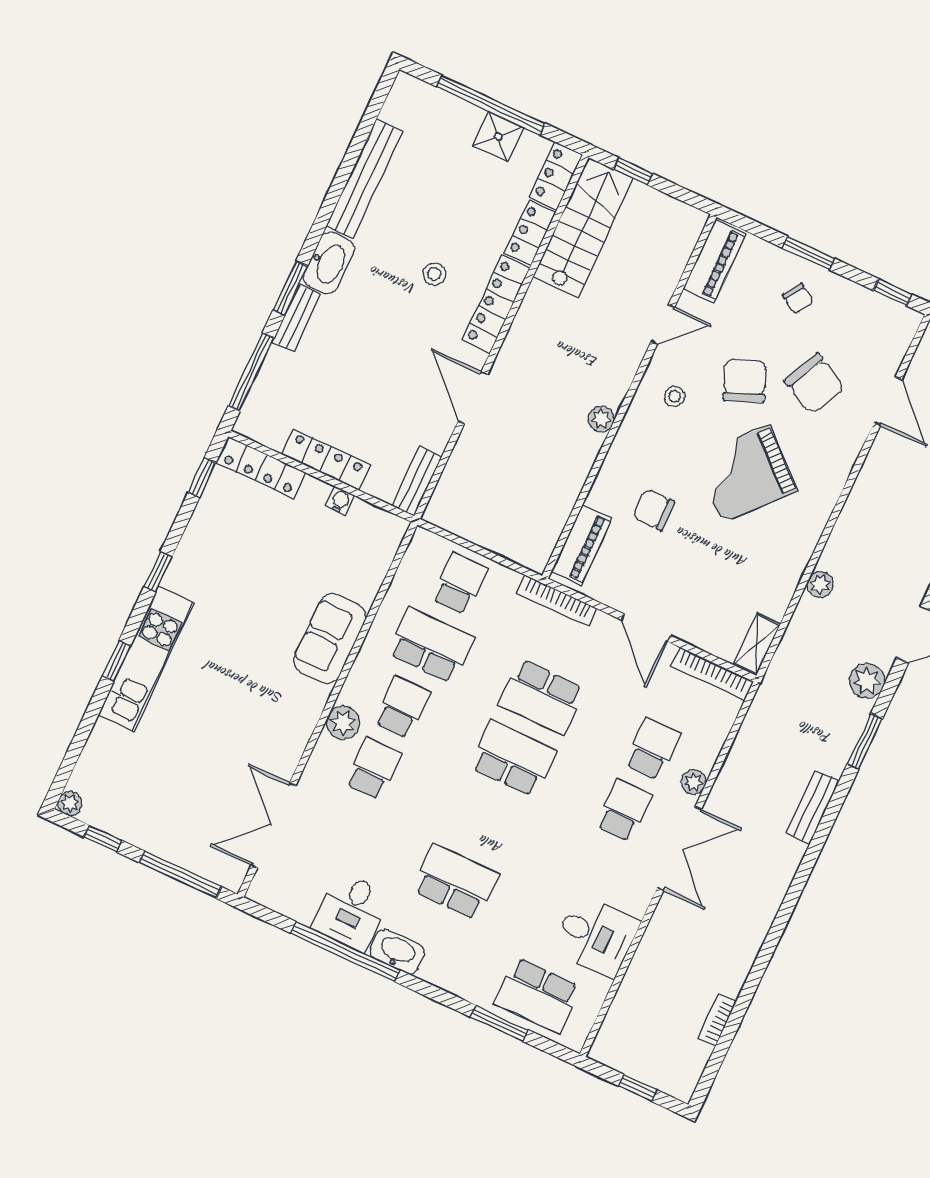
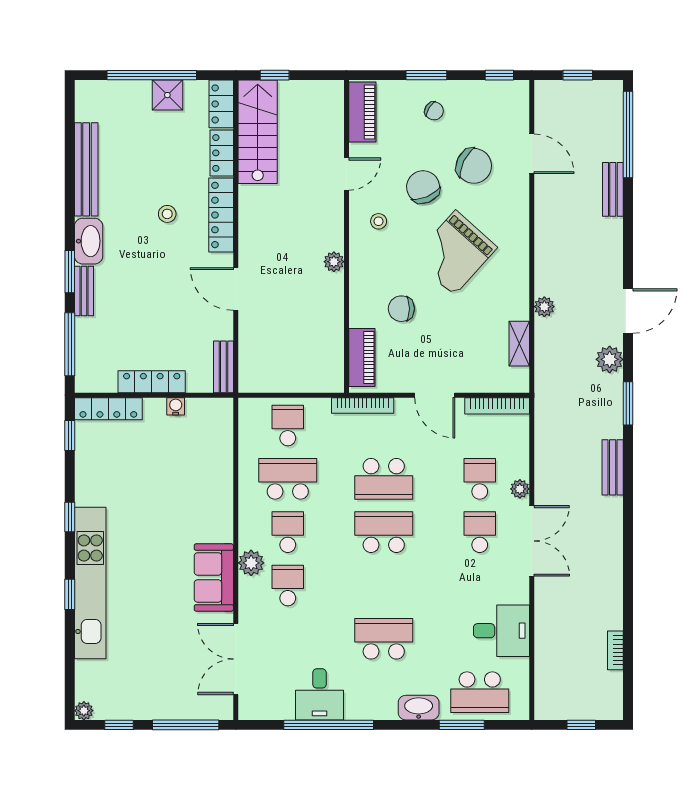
sofa: (330, 639) -> (214, 577), moved
shelving: (757, 644) -> (519, 344), moved
kitchen unit: (146, 659) -> (90, 583), width x1.36
washbasin: (397, 952) -> (419, 708), moved

